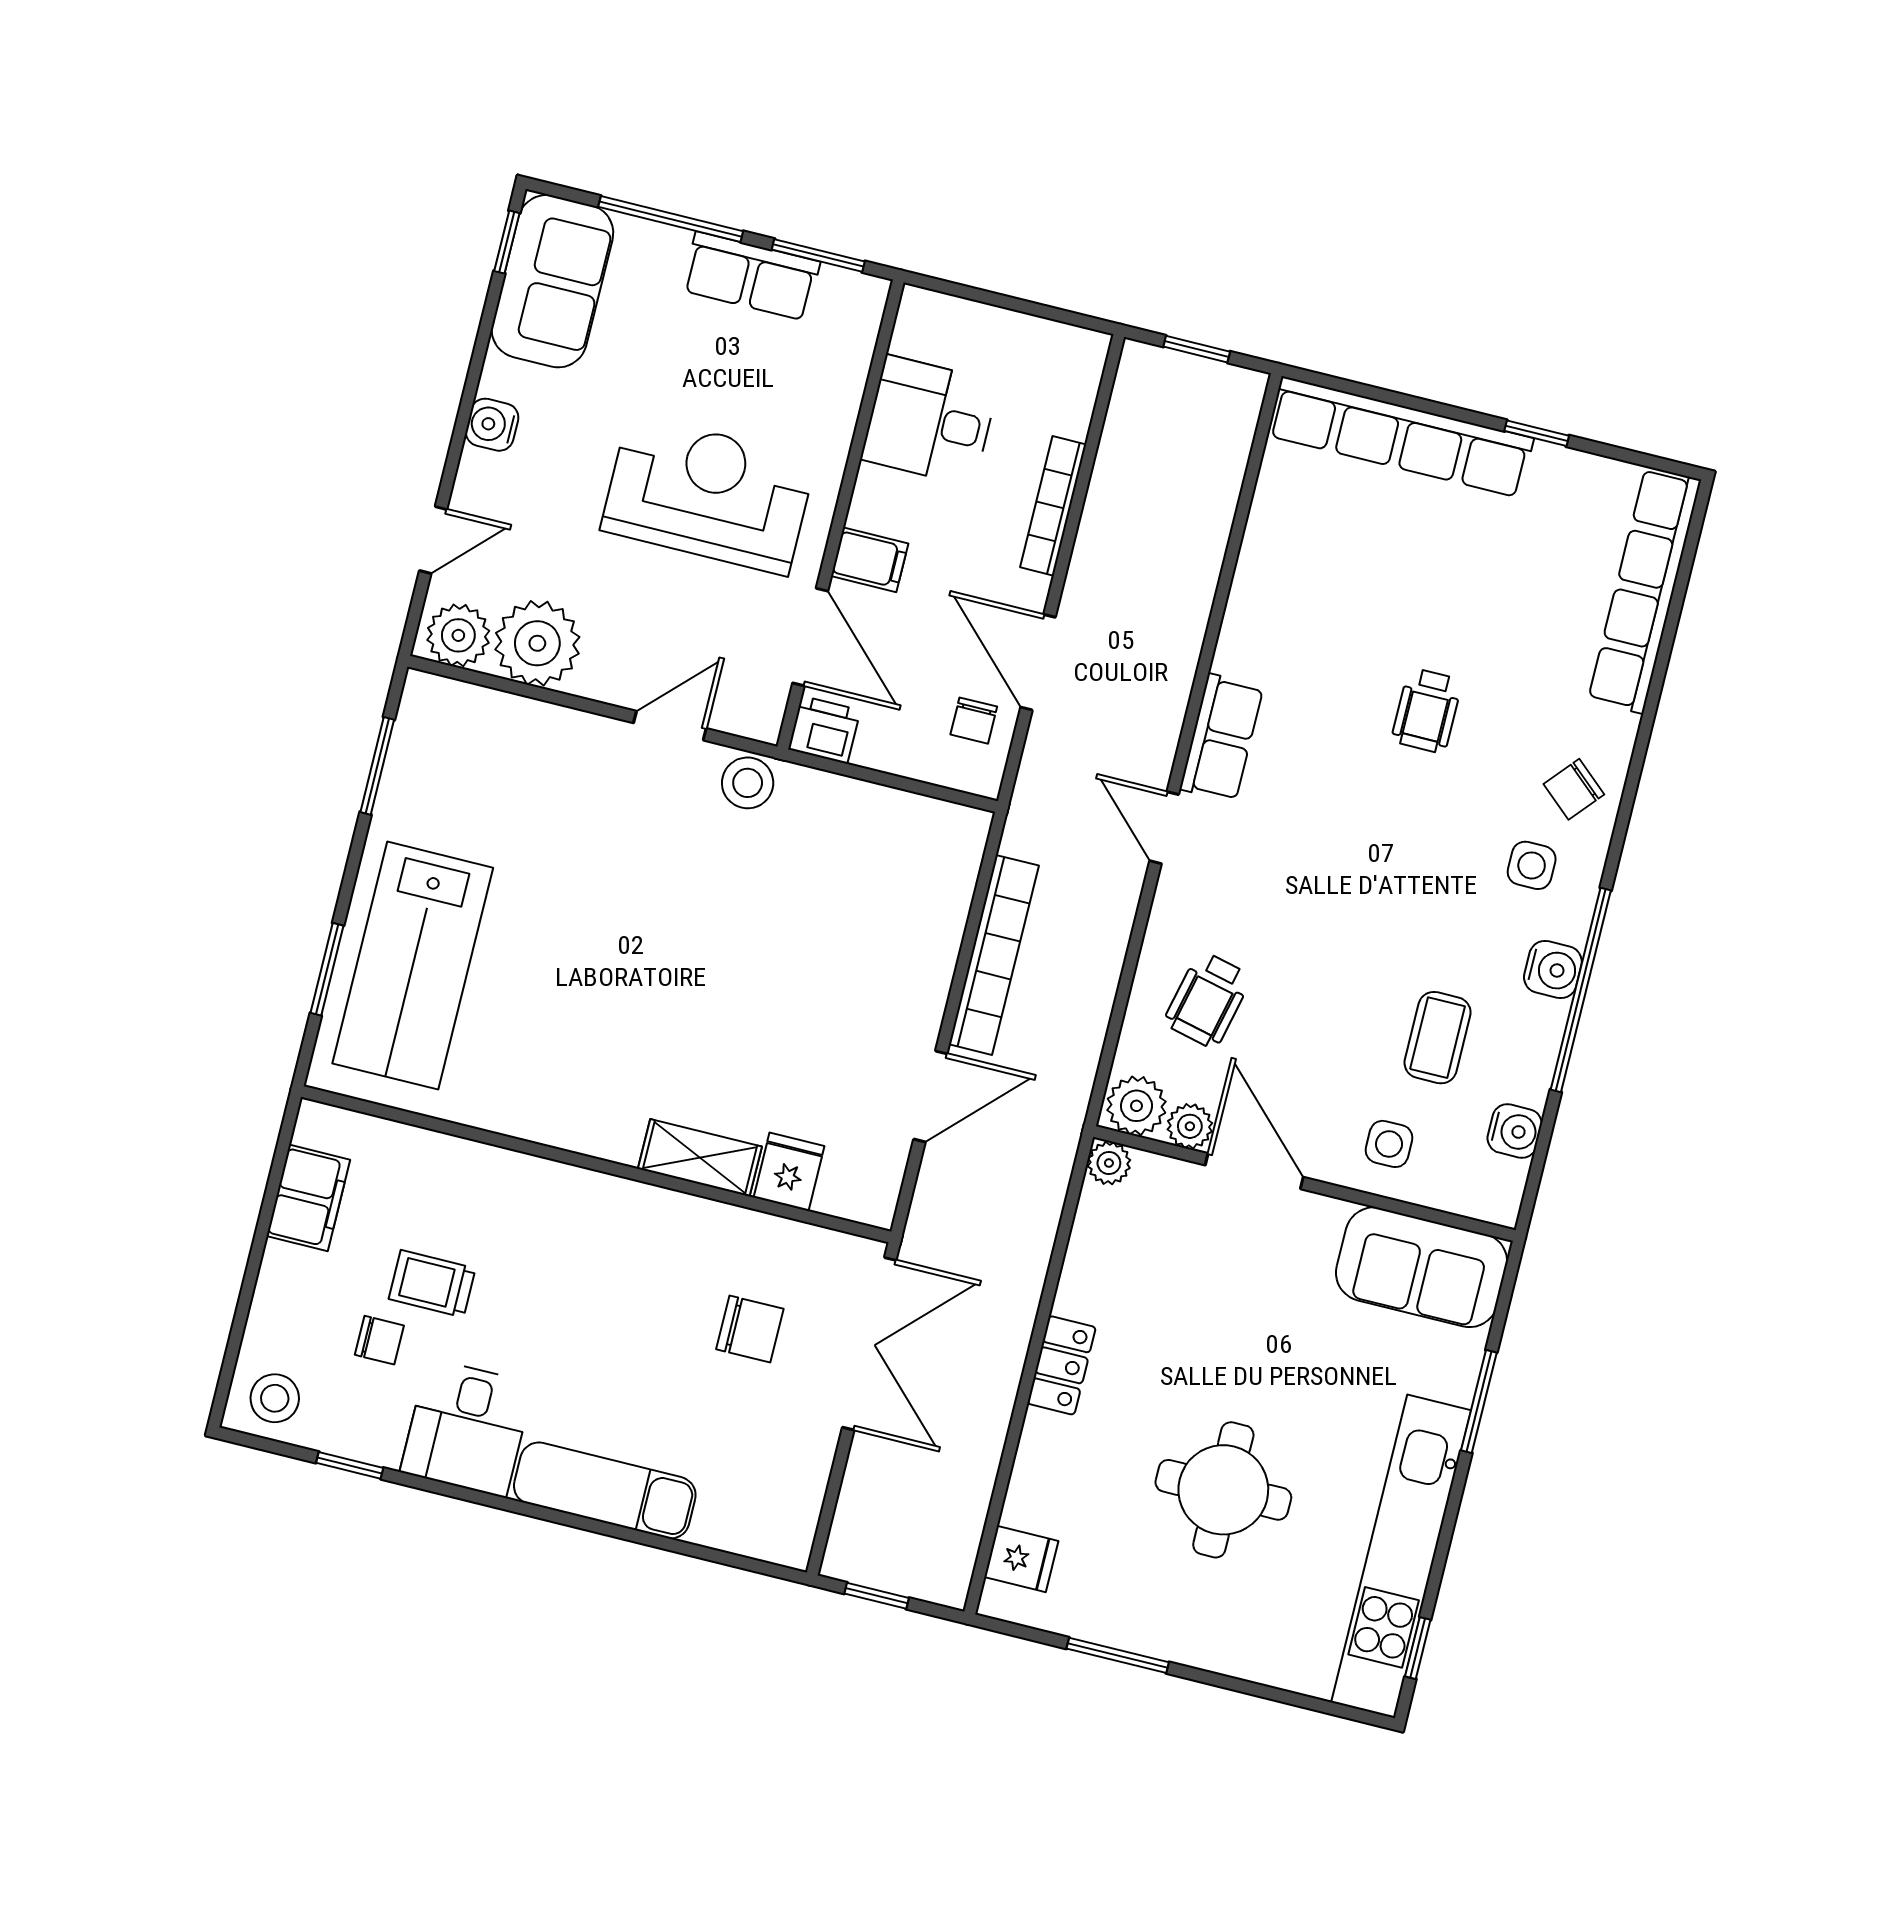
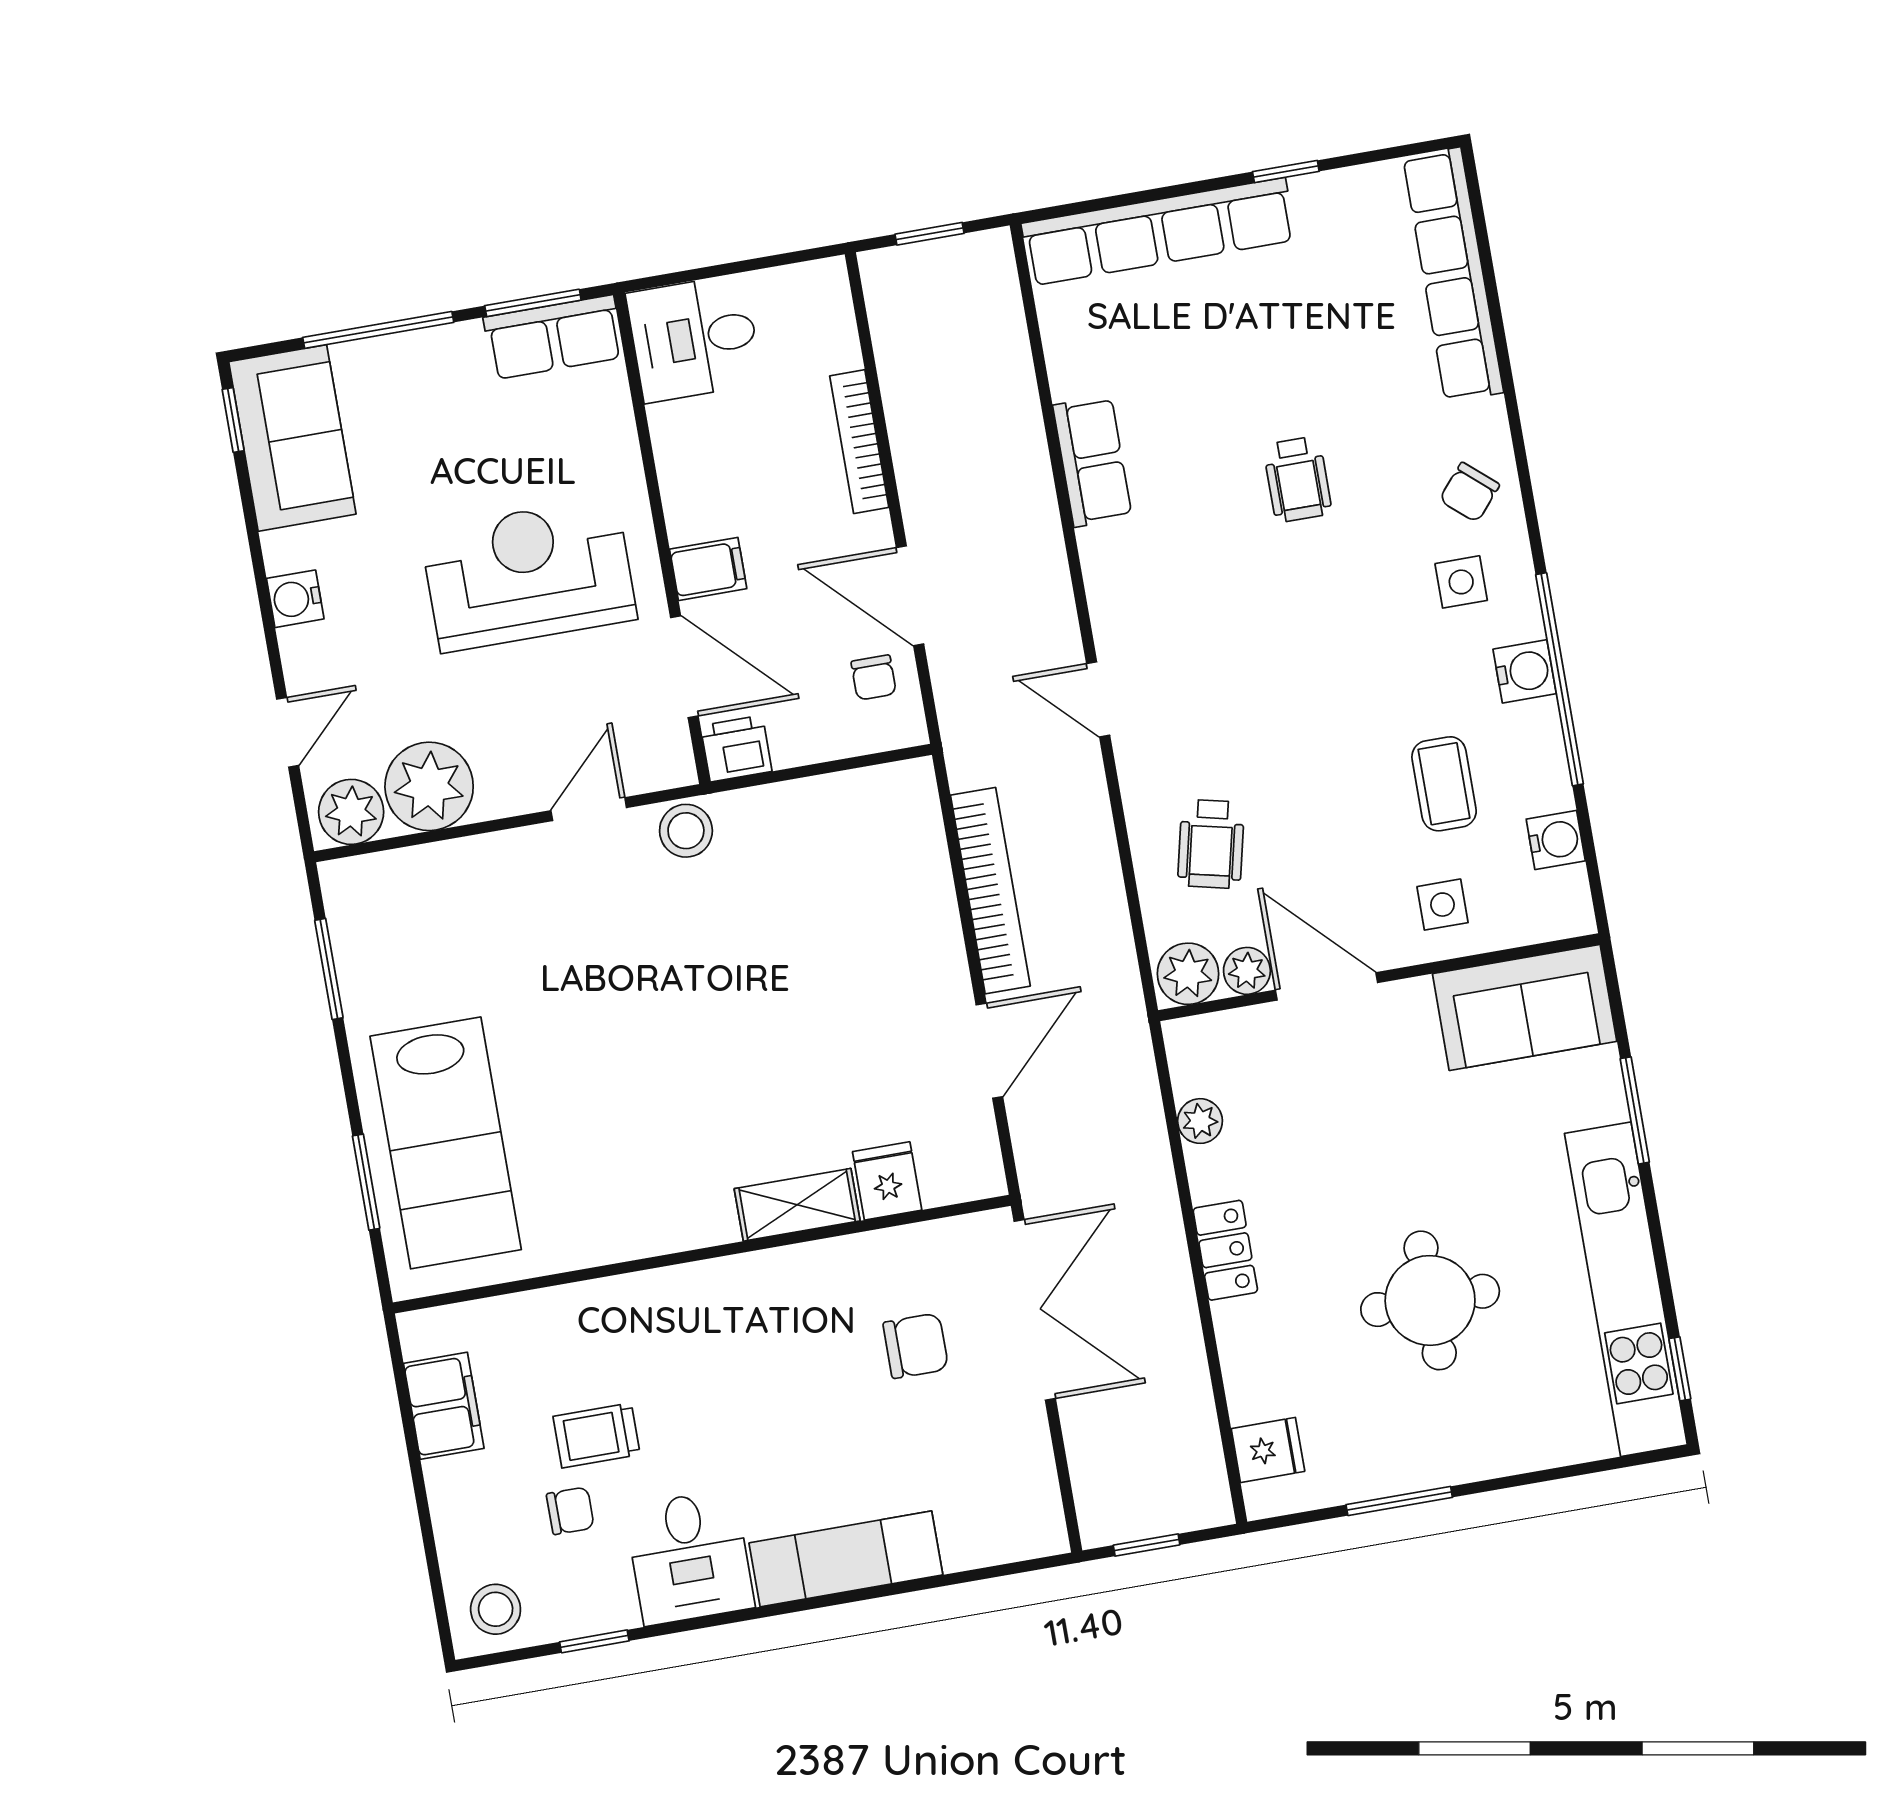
row of seats: (751, 276) -> (554, 337), moved
desk: (930, 421) -> (694, 338), moved
row of seats: (1221, 738) -> (1092, 461), moved
plant: (1109, 1163) -> (1200, 1121), moved

